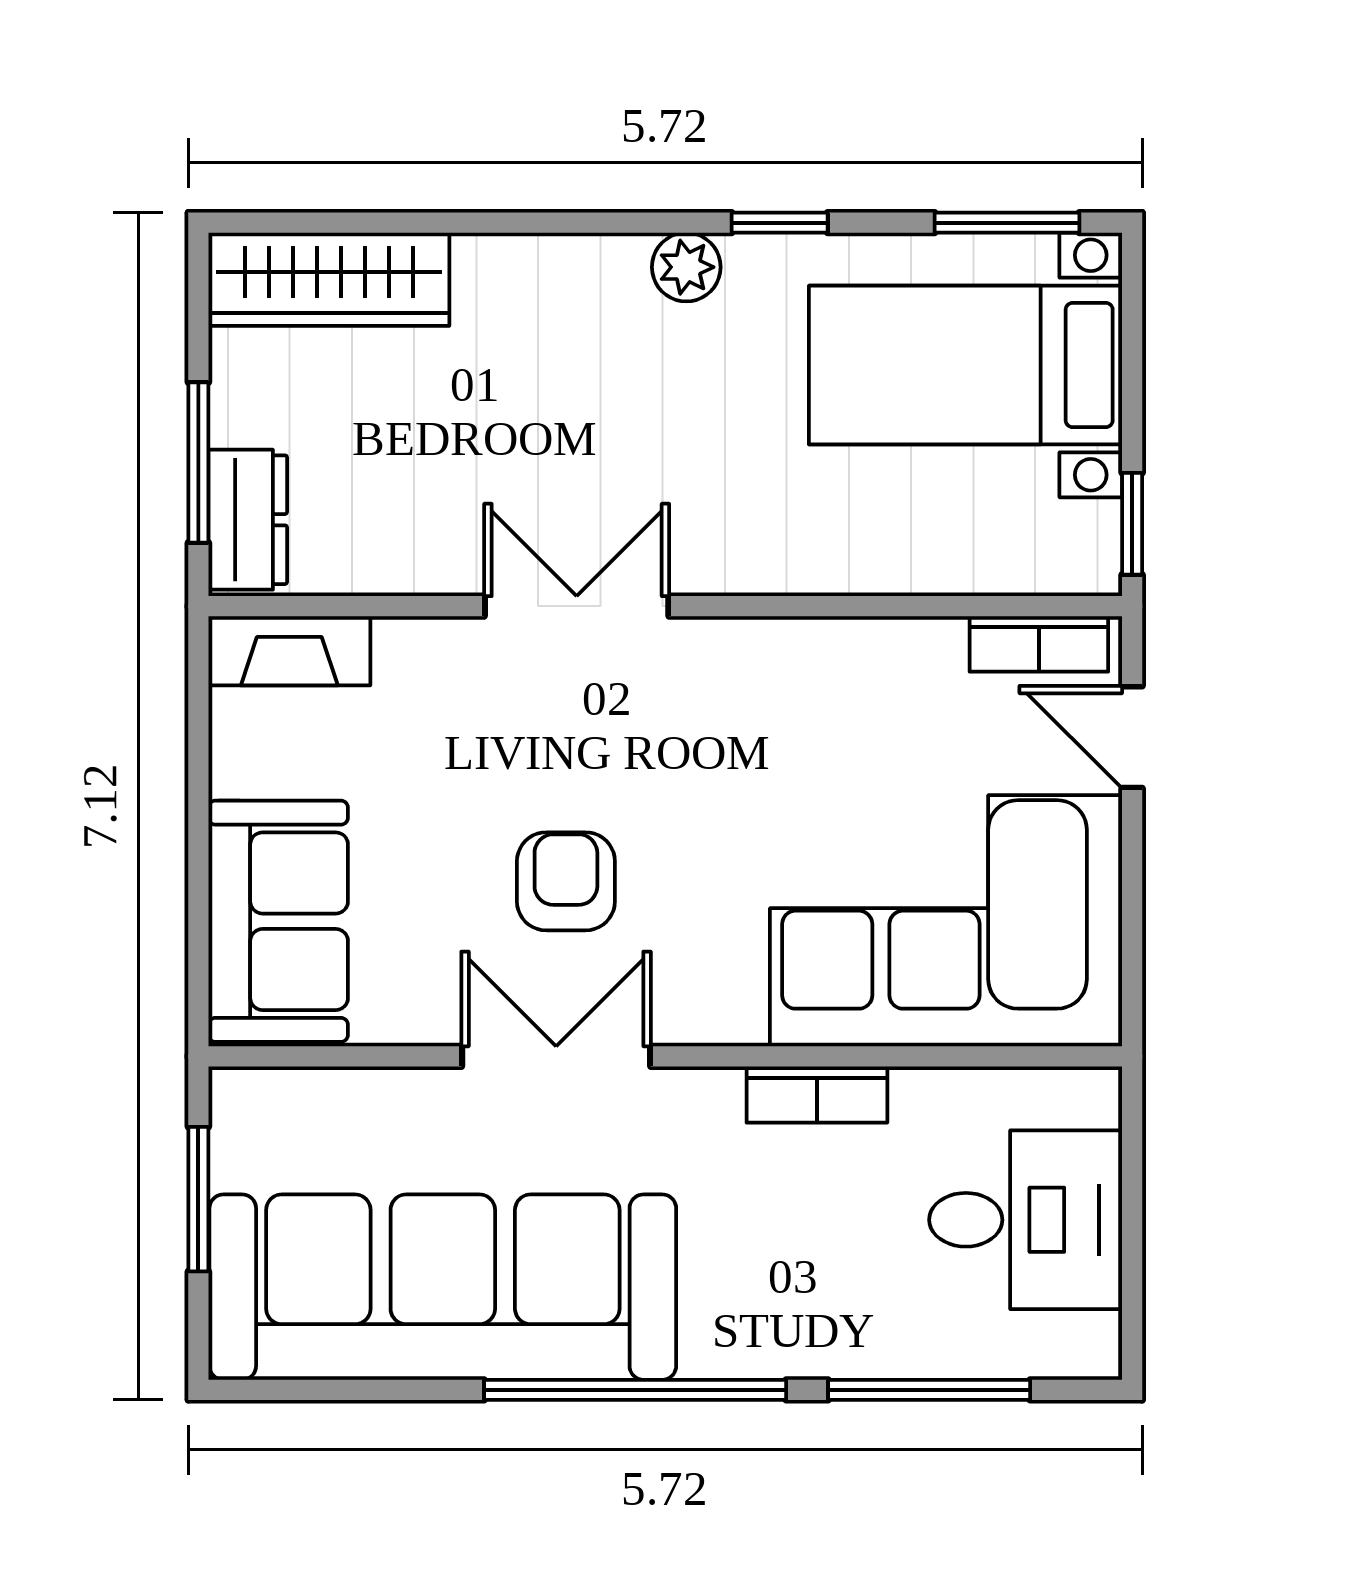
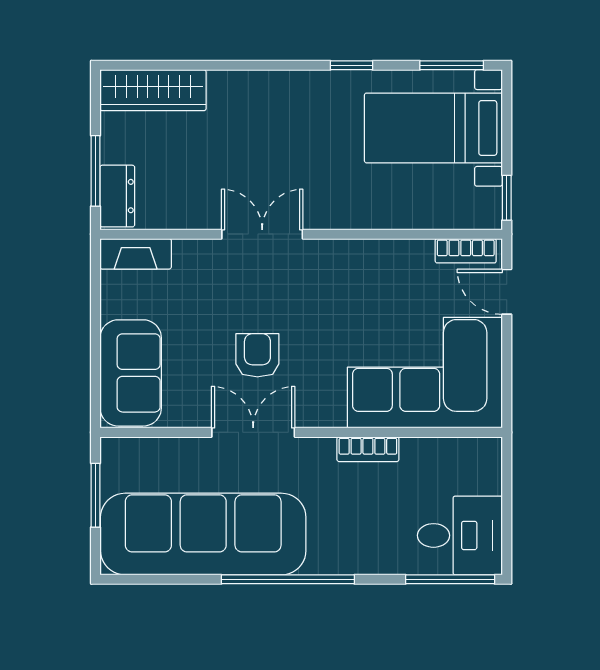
plant: (686, 267) -> (310, 85), removed
desk: (1026, 1220) -> (460, 535), moved
window: (929, 1390) -> (450, 579), moved

